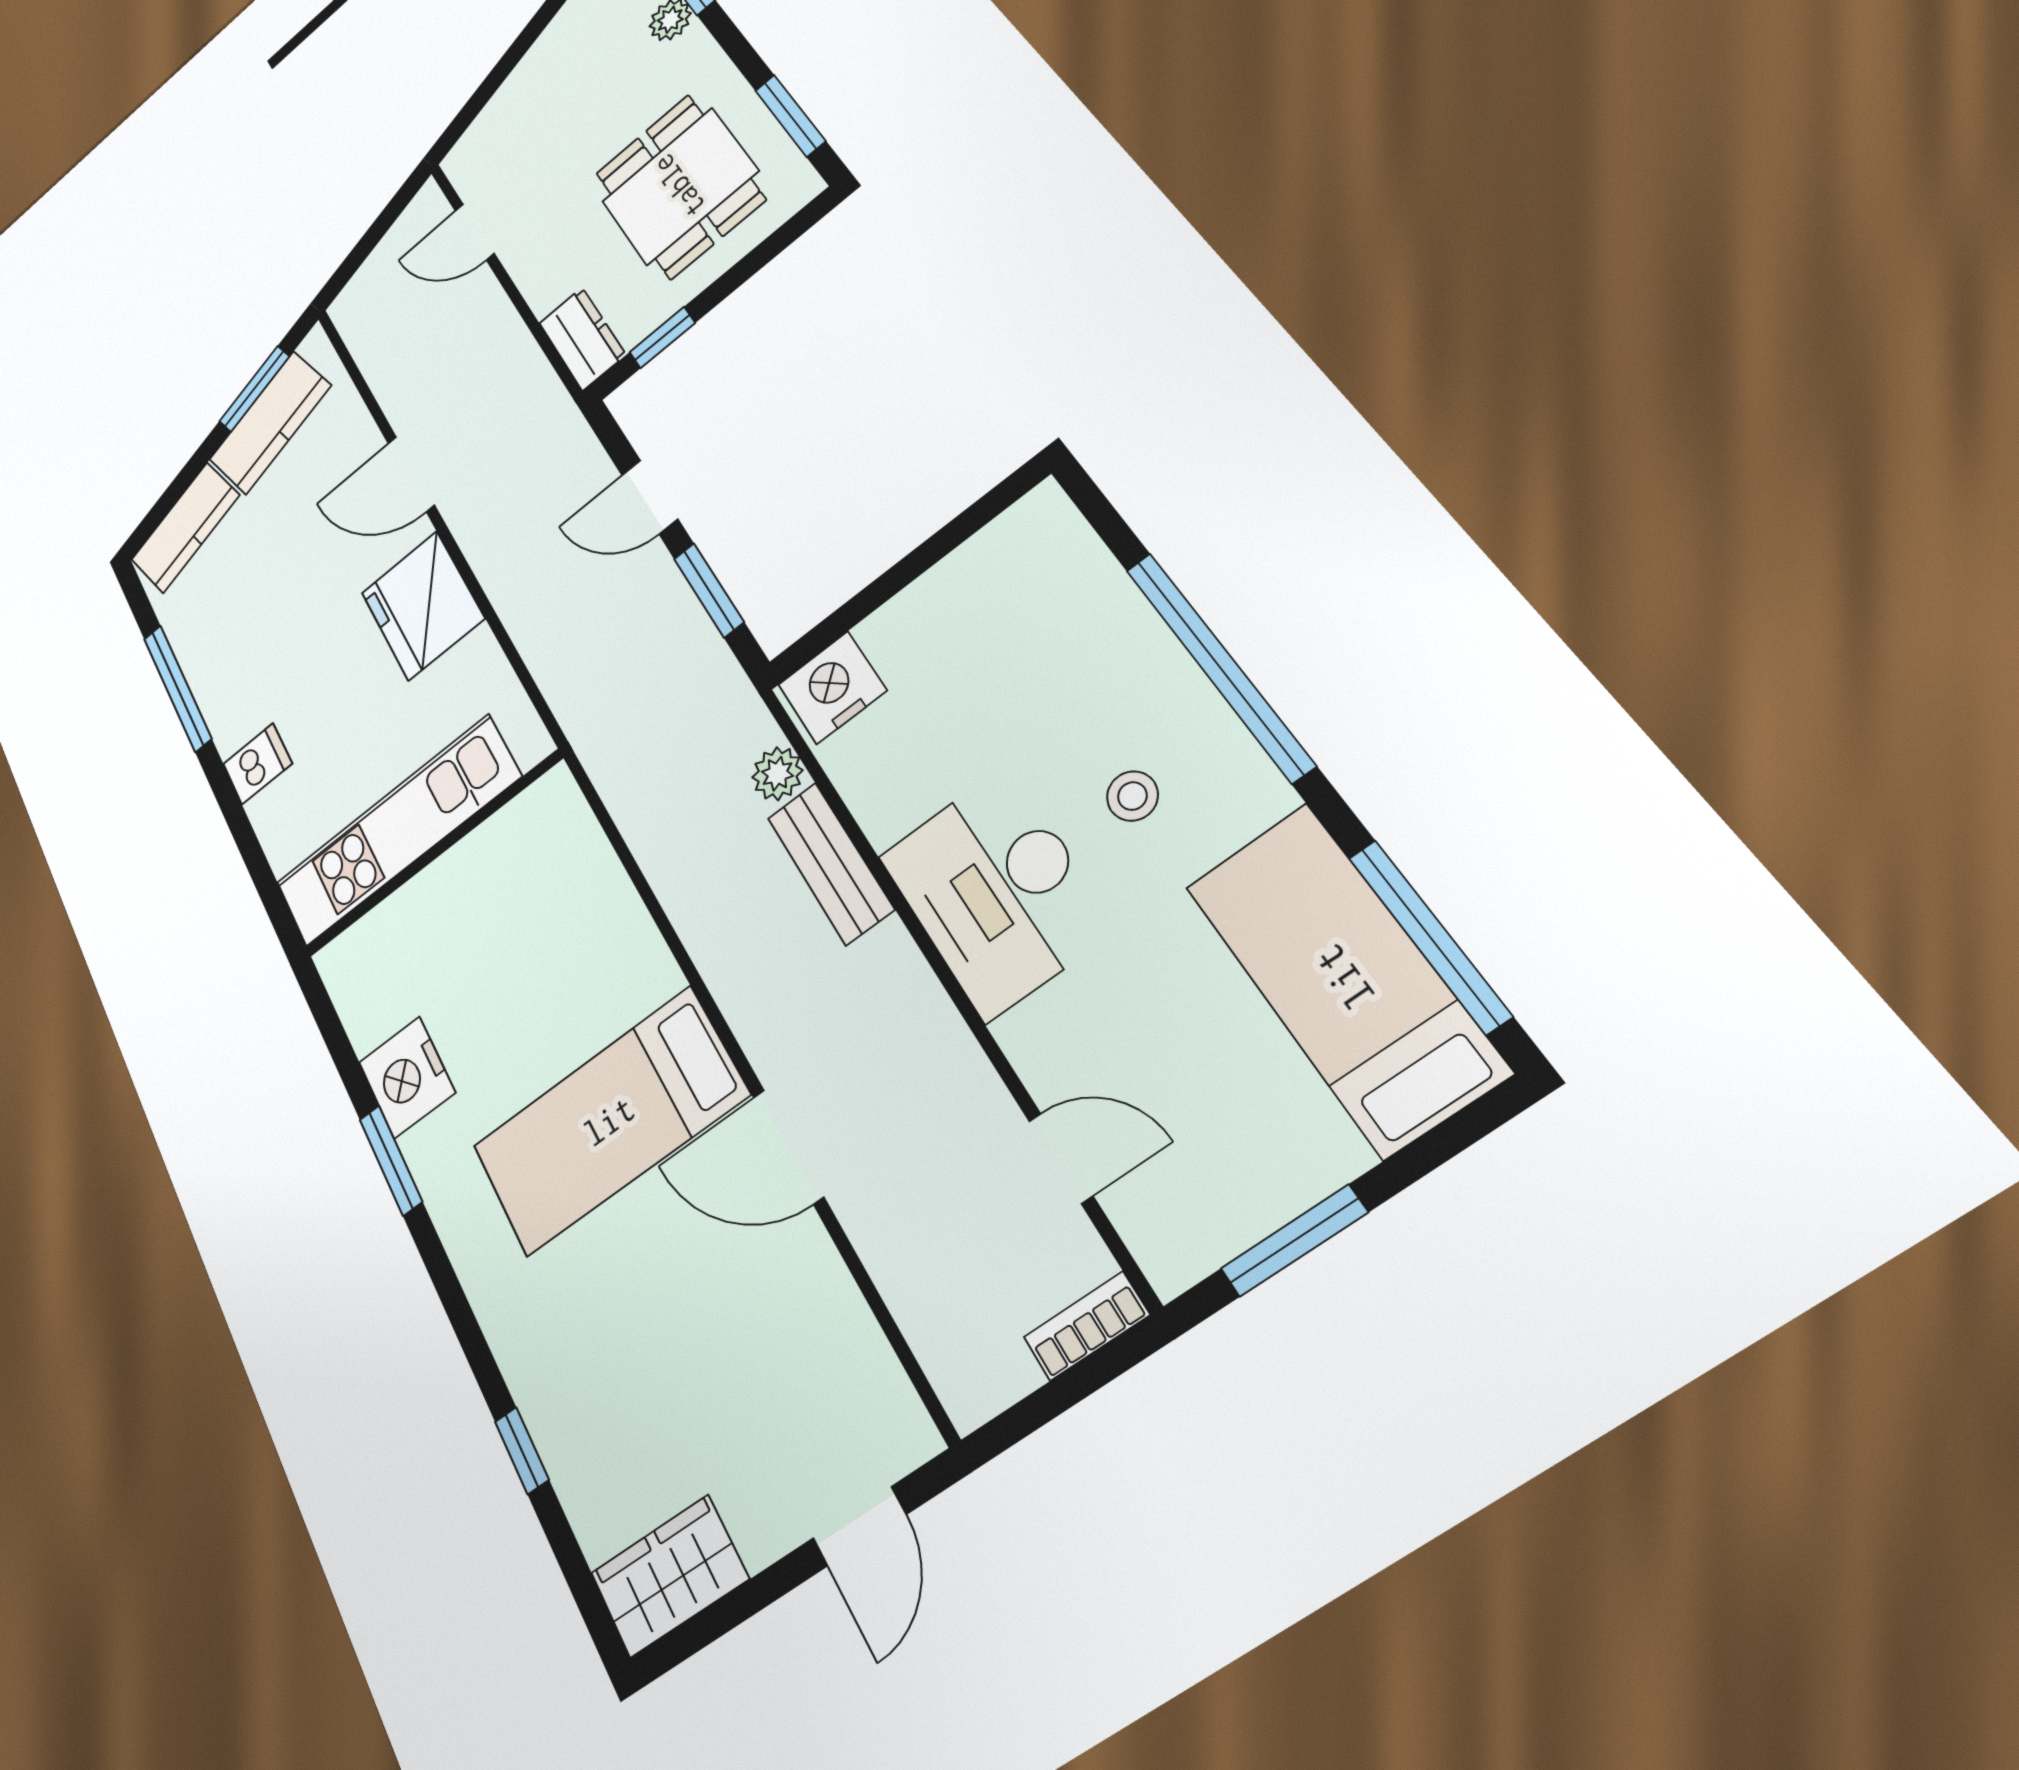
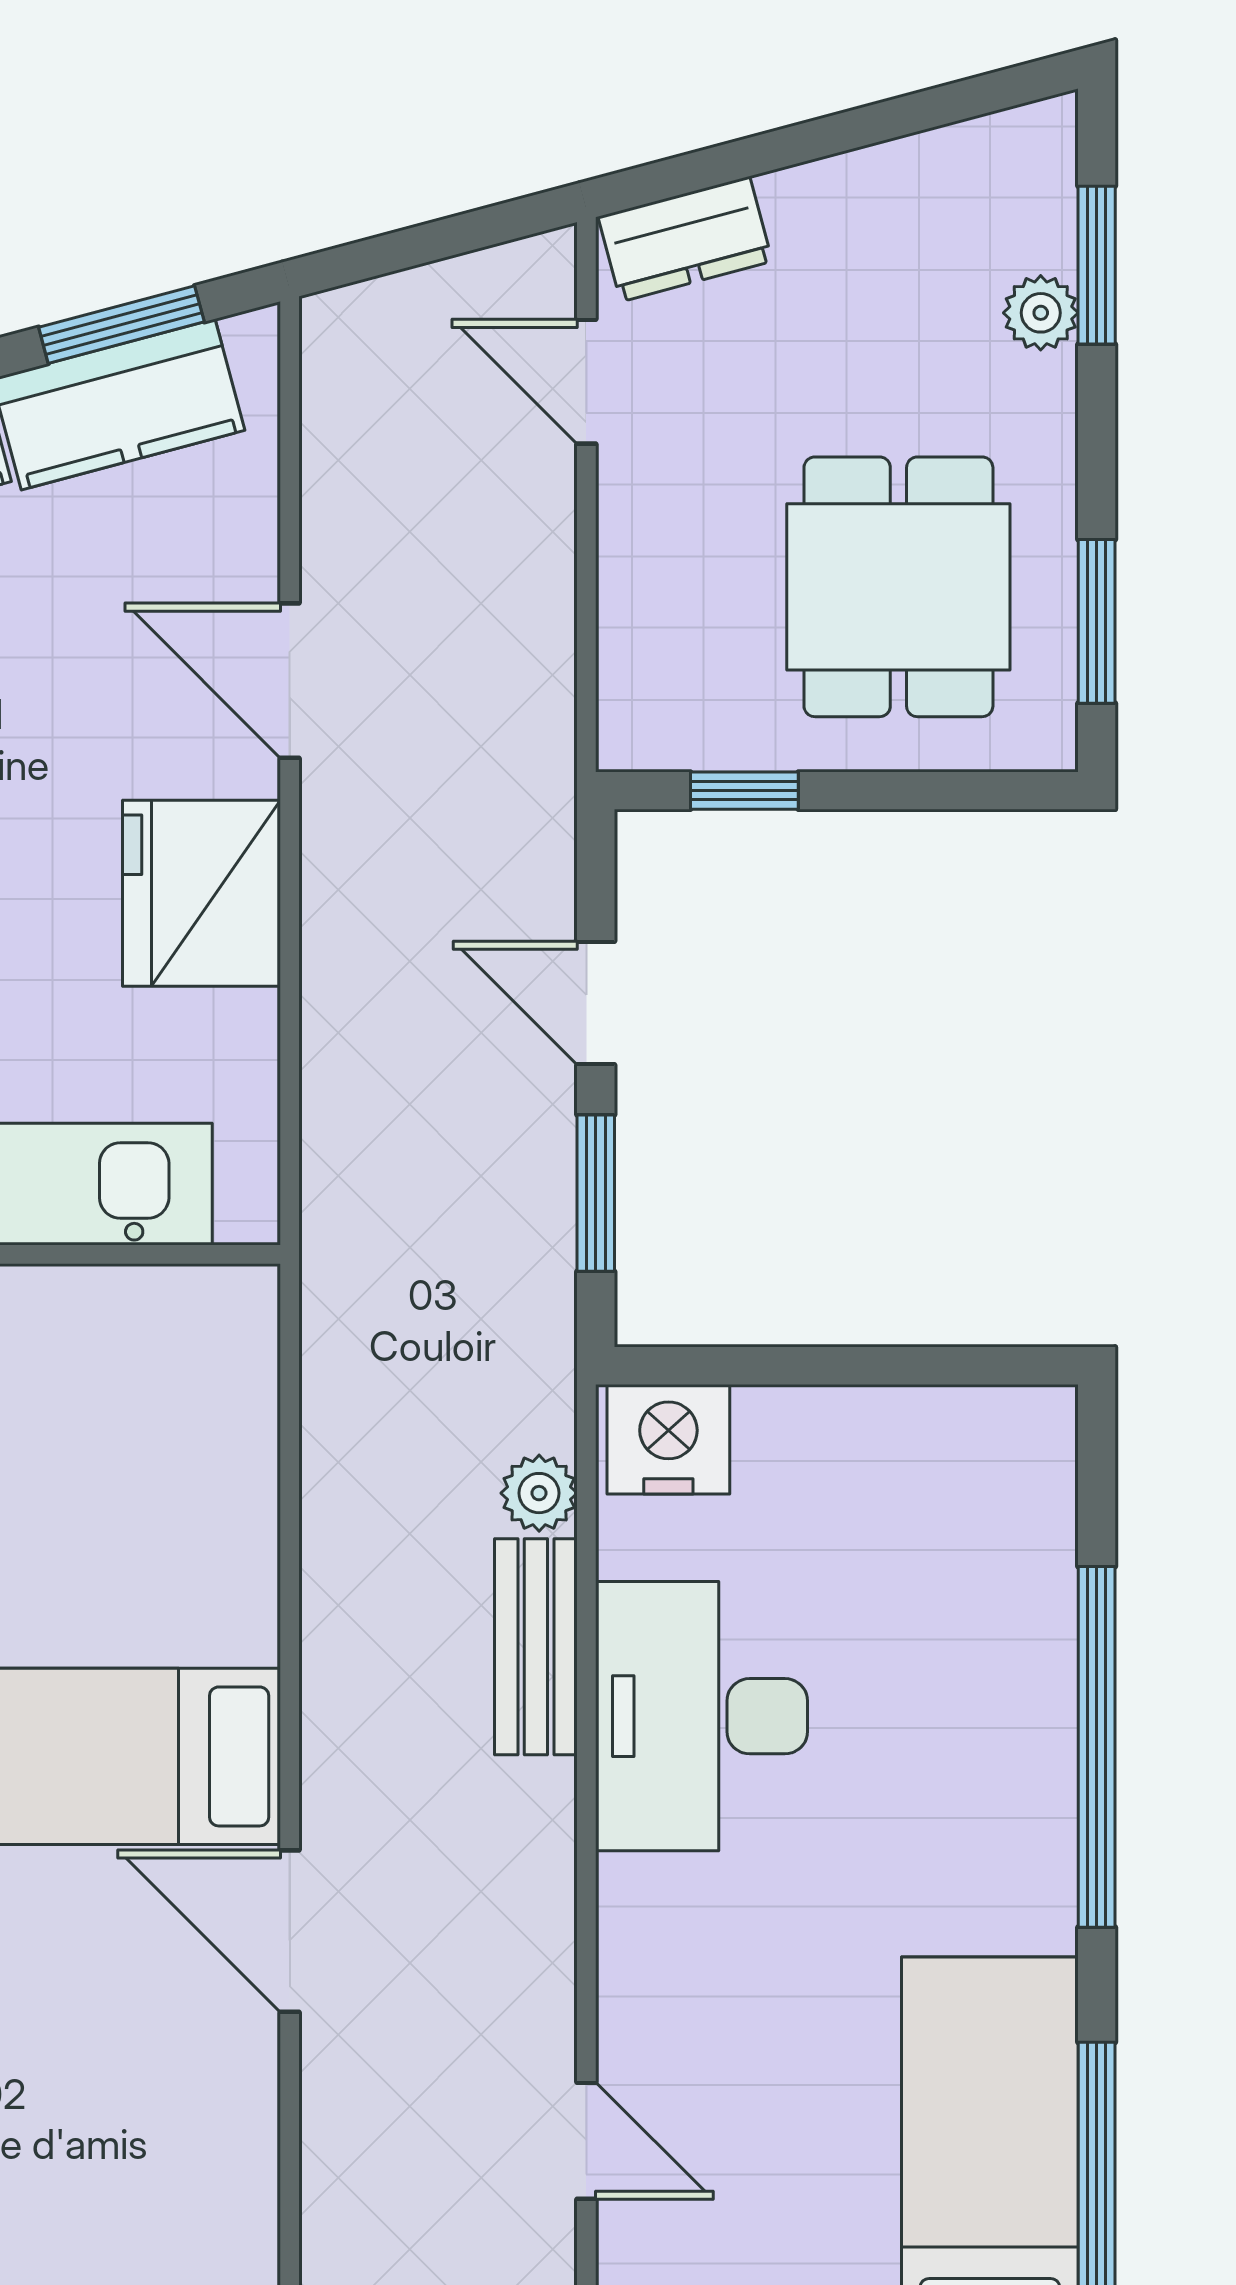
dresser: (582, 339) -> (685, 239), moved, turned 75
stool: (1132, 796) -> (914, 1820), removed
desk: (996, 892) -> (702, 1716), moved

